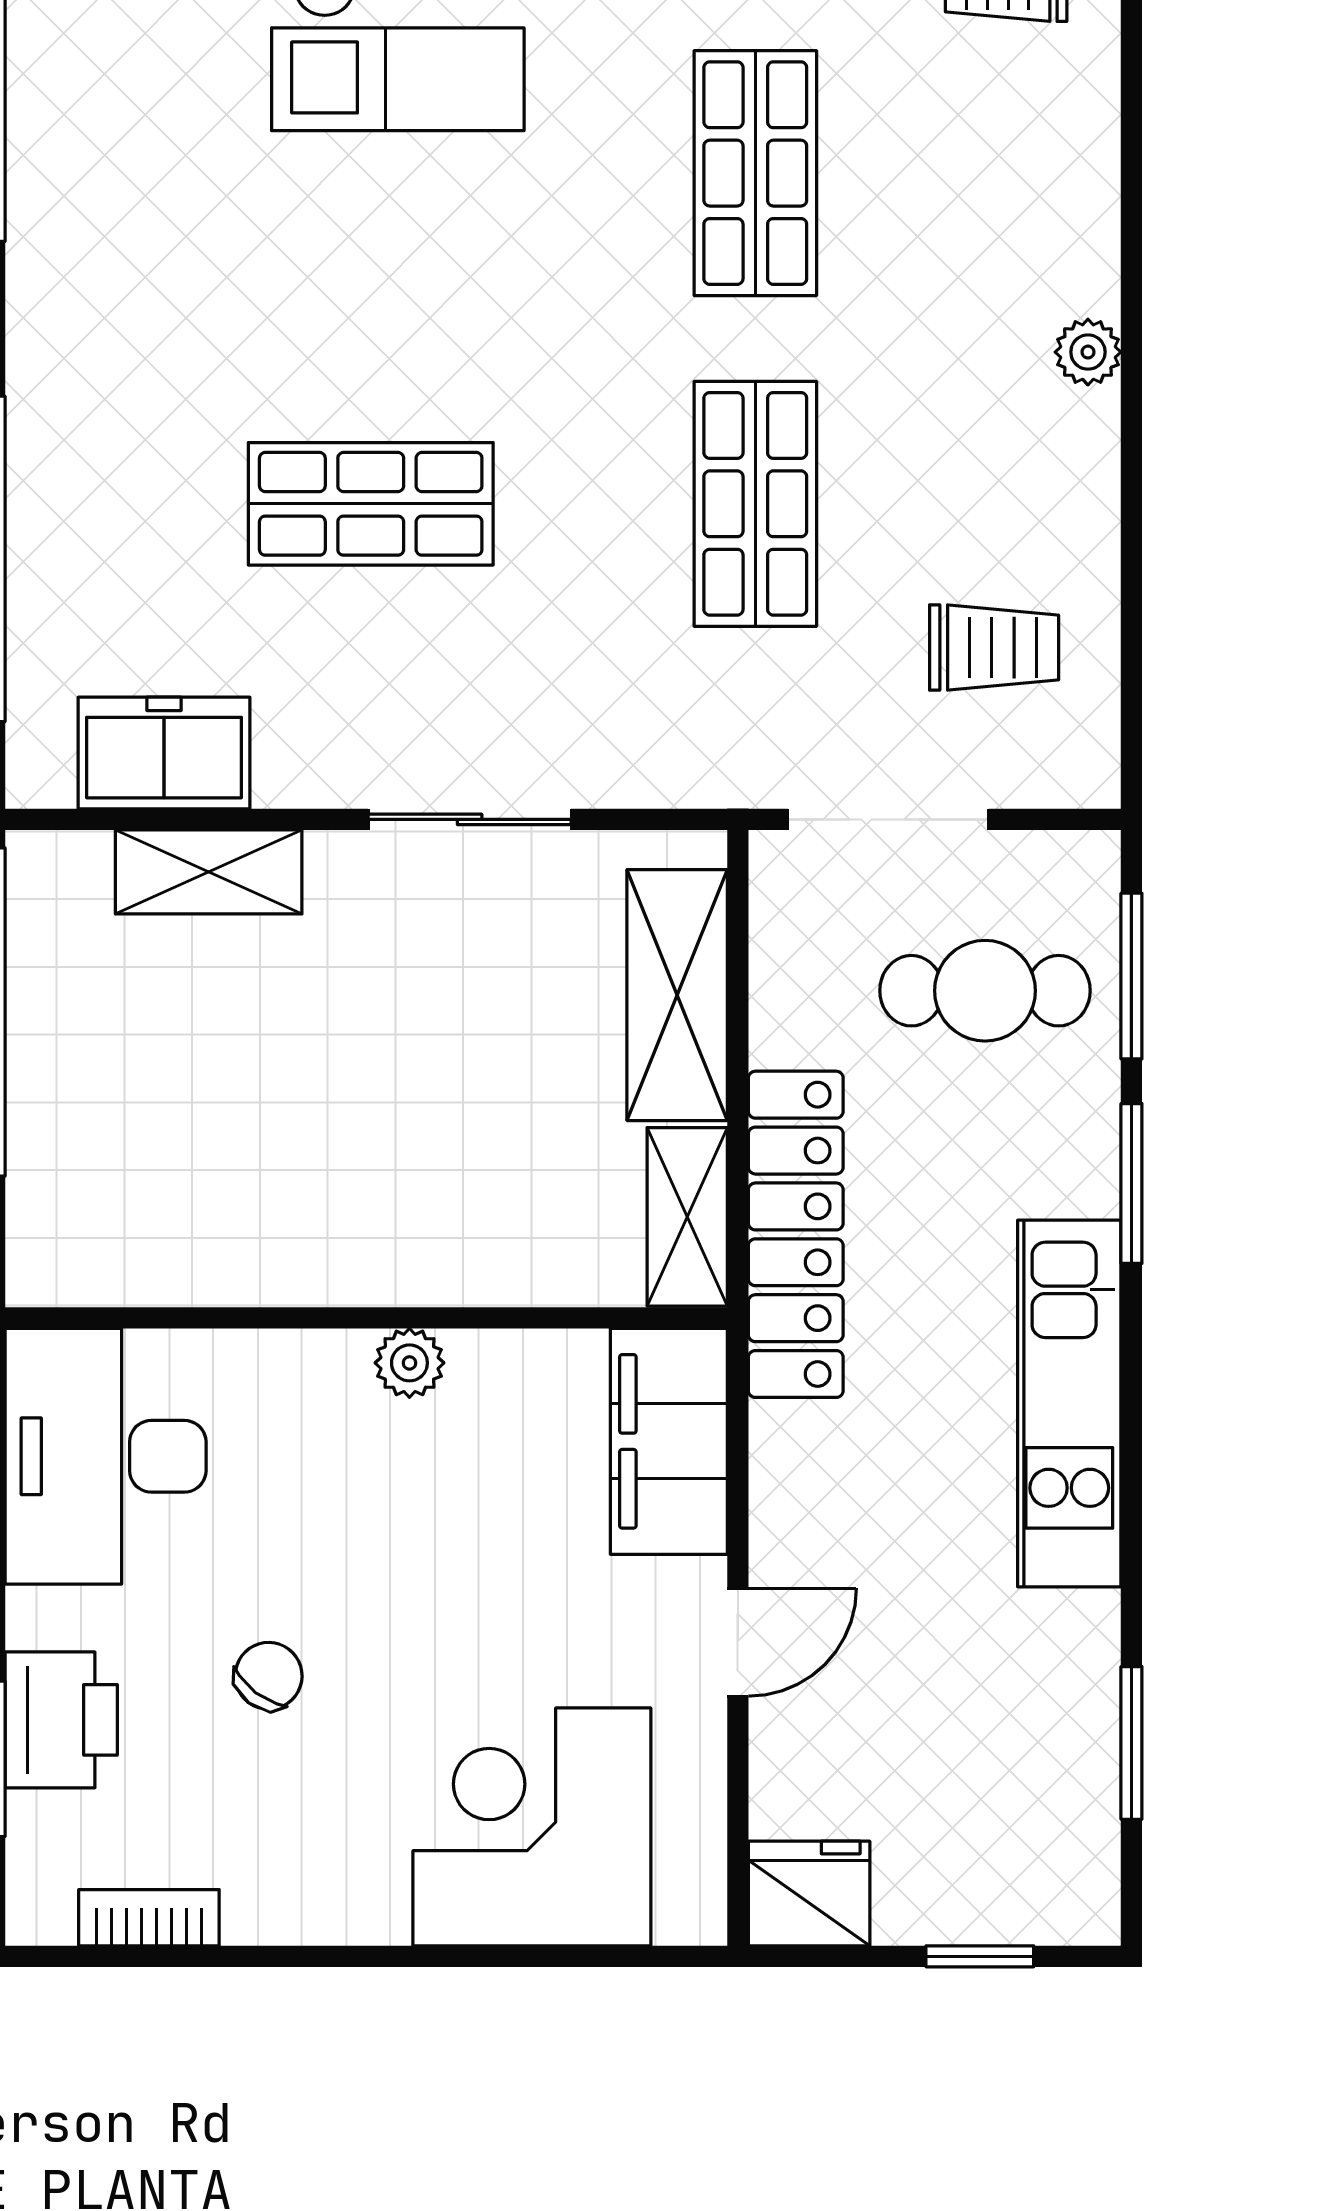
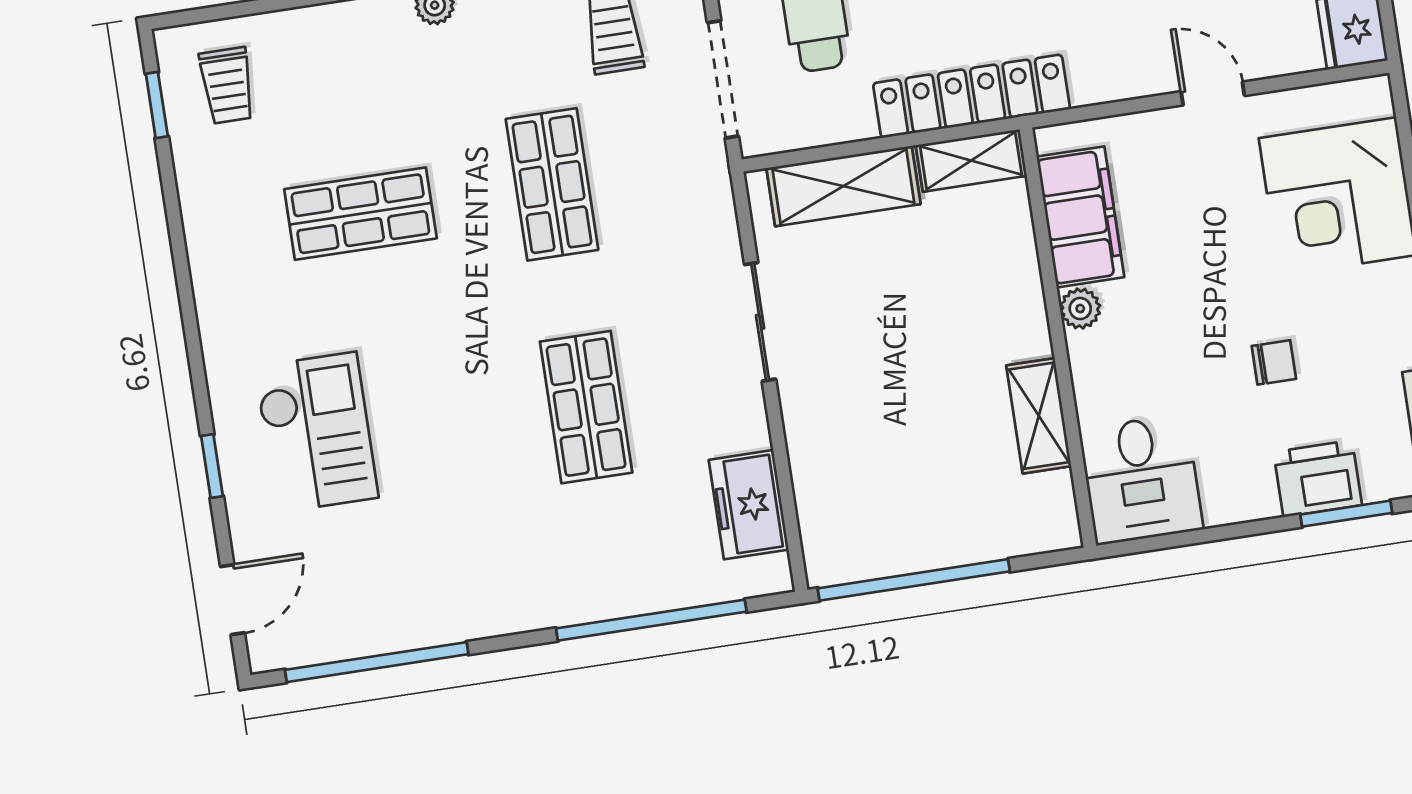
shop shelf: (755, 504) -> (552, 184), turned 90
shelving: (209, 872) -> (1039, 416), moved
filing cabinet: (669, 1441) -> (1080, 217), moved, turned -90
desk: (106, 1456) -> (1141, 479), width x0.73
chair: (269, 1676) -> (1274, 362), turned 143

